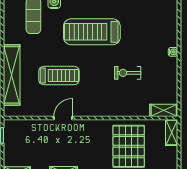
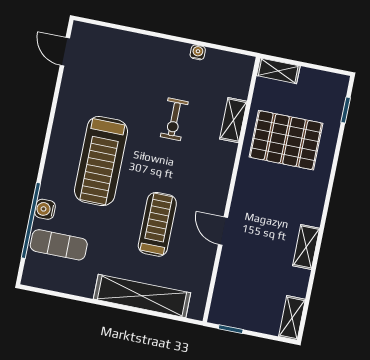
water cooler: (173, 52) -> (198, 52), moved
shelving: (164, 110) -> (233, 120), moved

